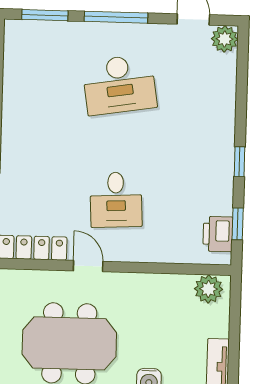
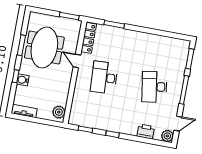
desk: (116, 200) -> (104, 78), width x1.37
printer: (218, 234) -> (146, 132), moved
door: (88, 266) -> (77, 61), swing flipped

